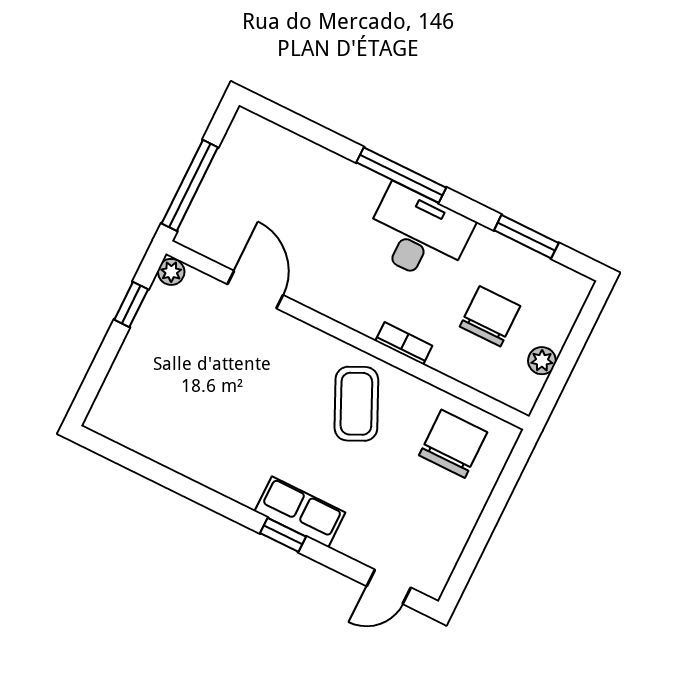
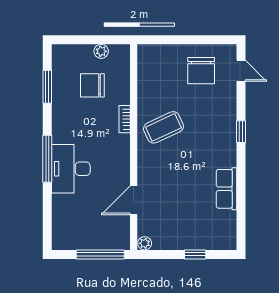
desk: (418, 234) -> (71, 169), moved
window: (131, 304) -> (195, 254), moved
chair: (453, 444) -> (201, 71), moved, turned -90
row of seats: (300, 512) -> (226, 189), moved

